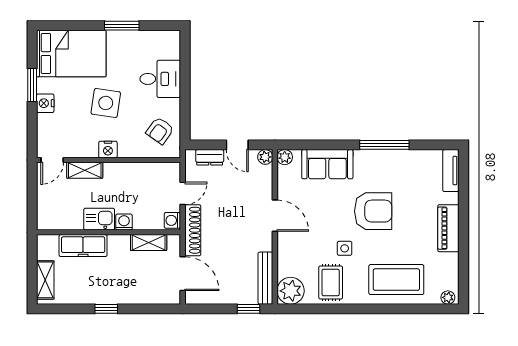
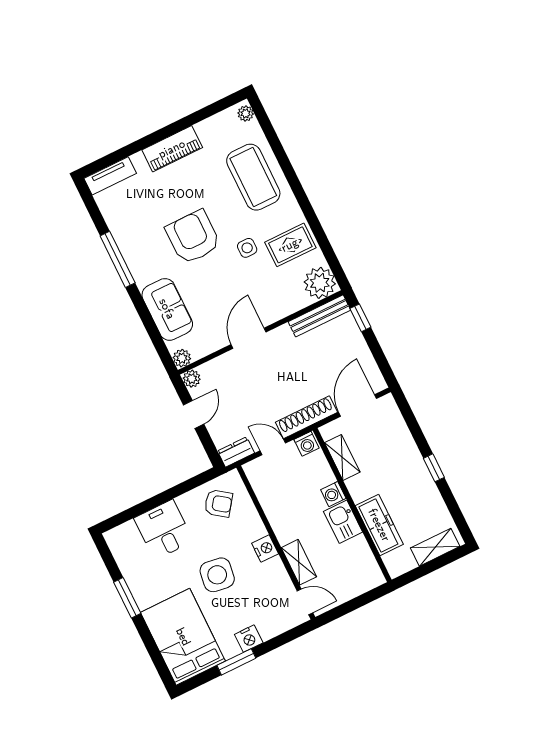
dresser: (210, 157) -> (236, 452), moved, turned -90

